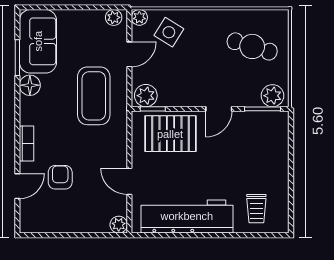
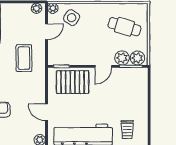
coffee table: (94, 96) -> (24, 58), width x0.73, depth x0.76
plant: (146, 96) -> (122, 58), moved

